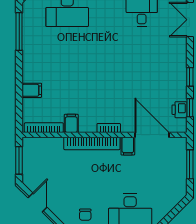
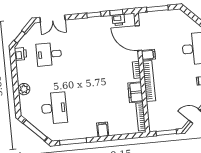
filing cabinet: (32, 90) -> (103, 129), moved
filing cabinet: (71, 123) -> (135, 92), width x2.00
door: (152, 135) -> (139, 38), hinge flipped

